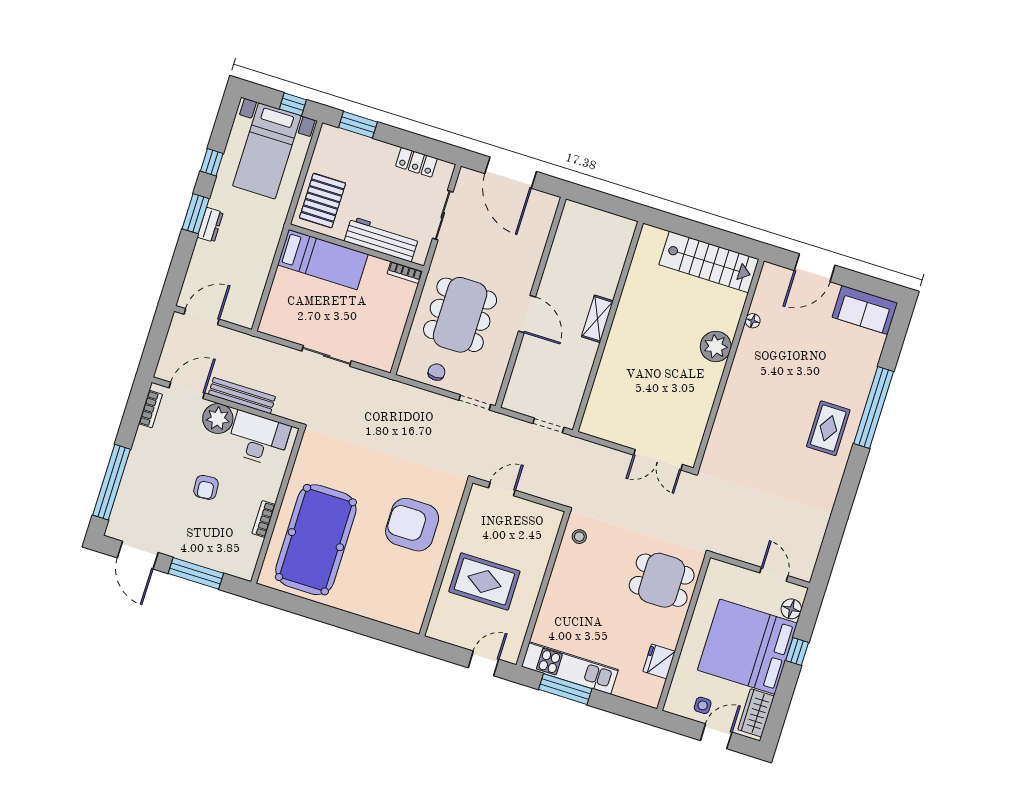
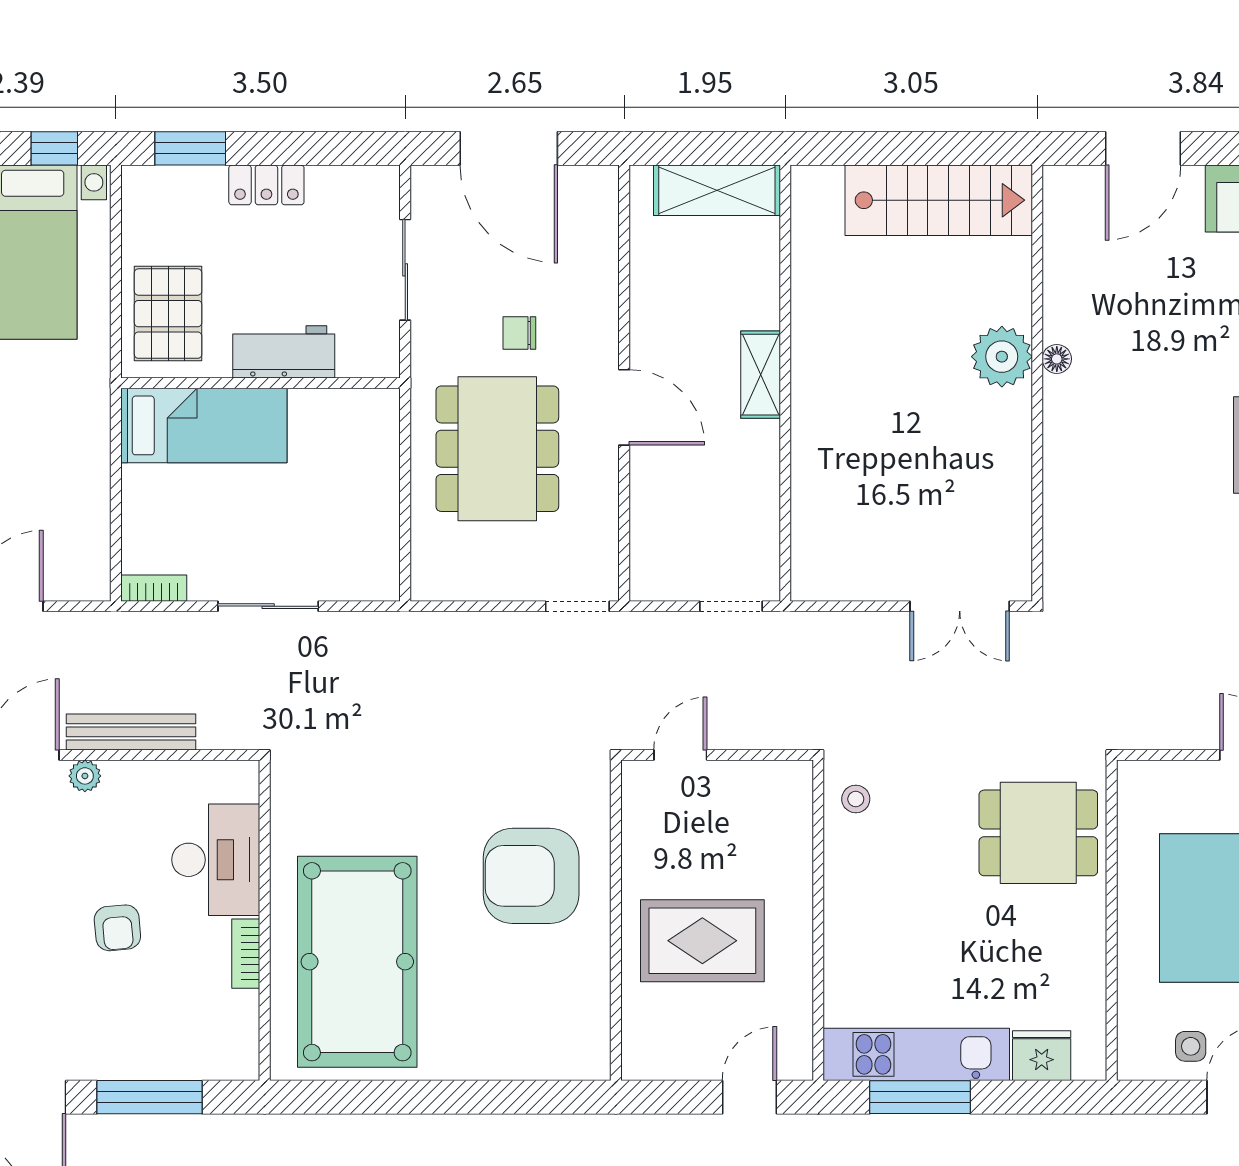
locker: (416, 162) -> (266, 185), moved
shelving: (604, 224) -> (717, 190), added
workbench: (381, 239) -> (284, 352), width x0.73
bookcase: (405, 272) -> (154, 588), moved, turned 180
floor lamp: (753, 321) -> (1057, 359), moved
chair: (436, 372) -> (519, 333), moved, turned -90
plant: (218, 419) -> (85, 776), width x0.53, depth x0.53
desk: (258, 439) -> (216, 860), moved, turned 90
fridge: (659, 661) -> (1042, 1056), moved, turned 90

